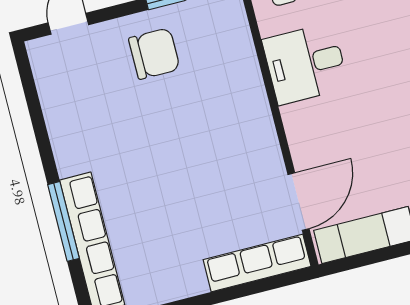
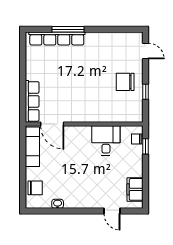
chair: (154, 54) -> (125, 82), turned 90

